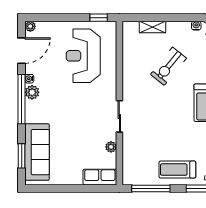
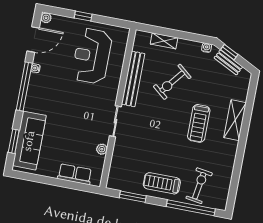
window: (99, 18) -> (83, 16), moved
bench: (129, 71) -> (133, 79), added
plant: (32, 92) -> (36, 82), removed
row of seats: (100, 177) -> (75, 174), moved
window: (151, 188) -> (133, 197), width x0.69

